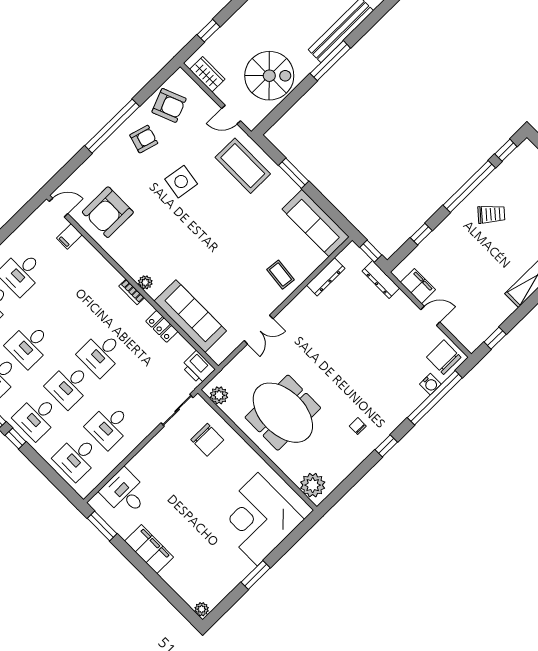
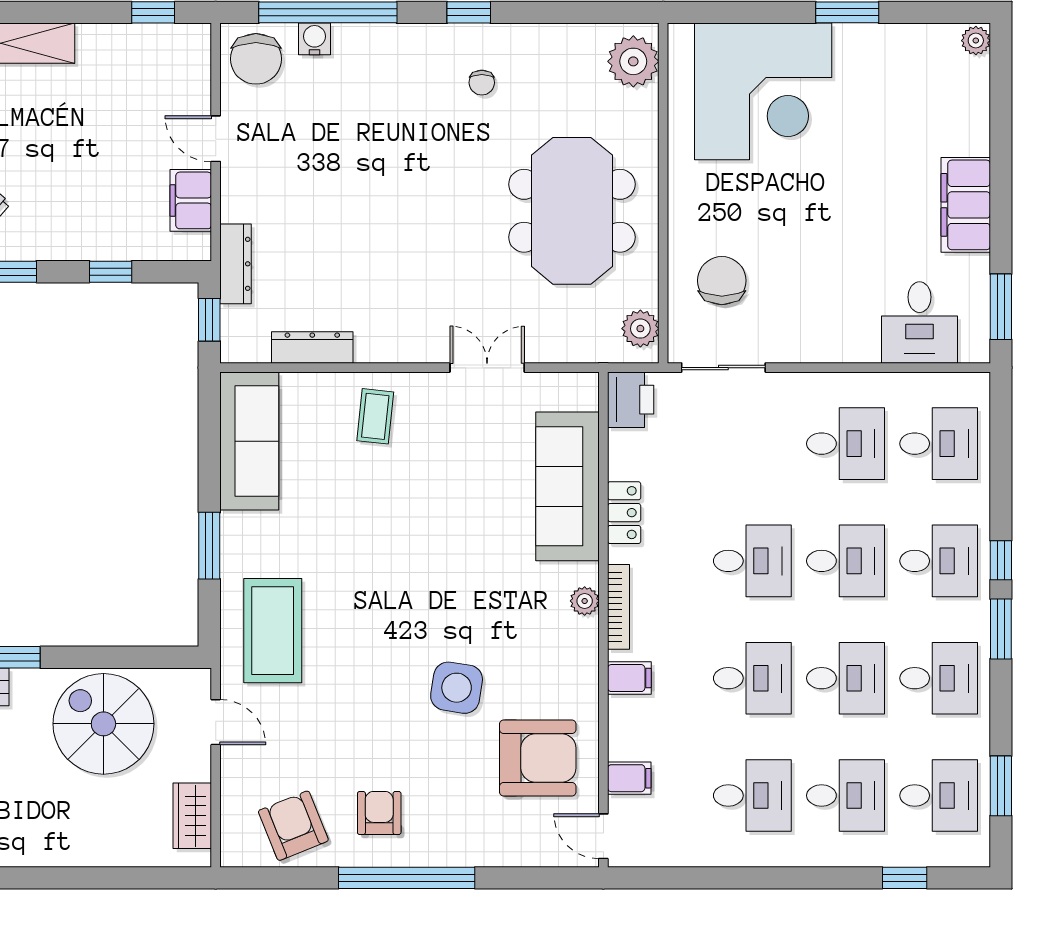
window: (208, 31) -> (127, 878), removed
armchair: (144, 139) -> (379, 813), turned 74
side table: (181, 182) -> (457, 688), moved
filing cabinet: (104, 271) -> (629, 678), added
bookcase: (132, 292) -> (618, 607), width x1.56
desk: (61, 313) -> (752, 678), added

